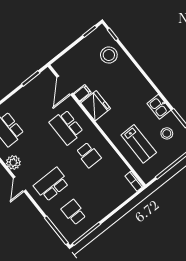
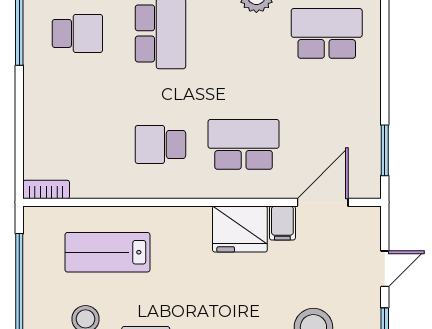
door: (70, 47) -> (385, 269), added
door: (65, 85) -> (323, 202), hinge flipped

